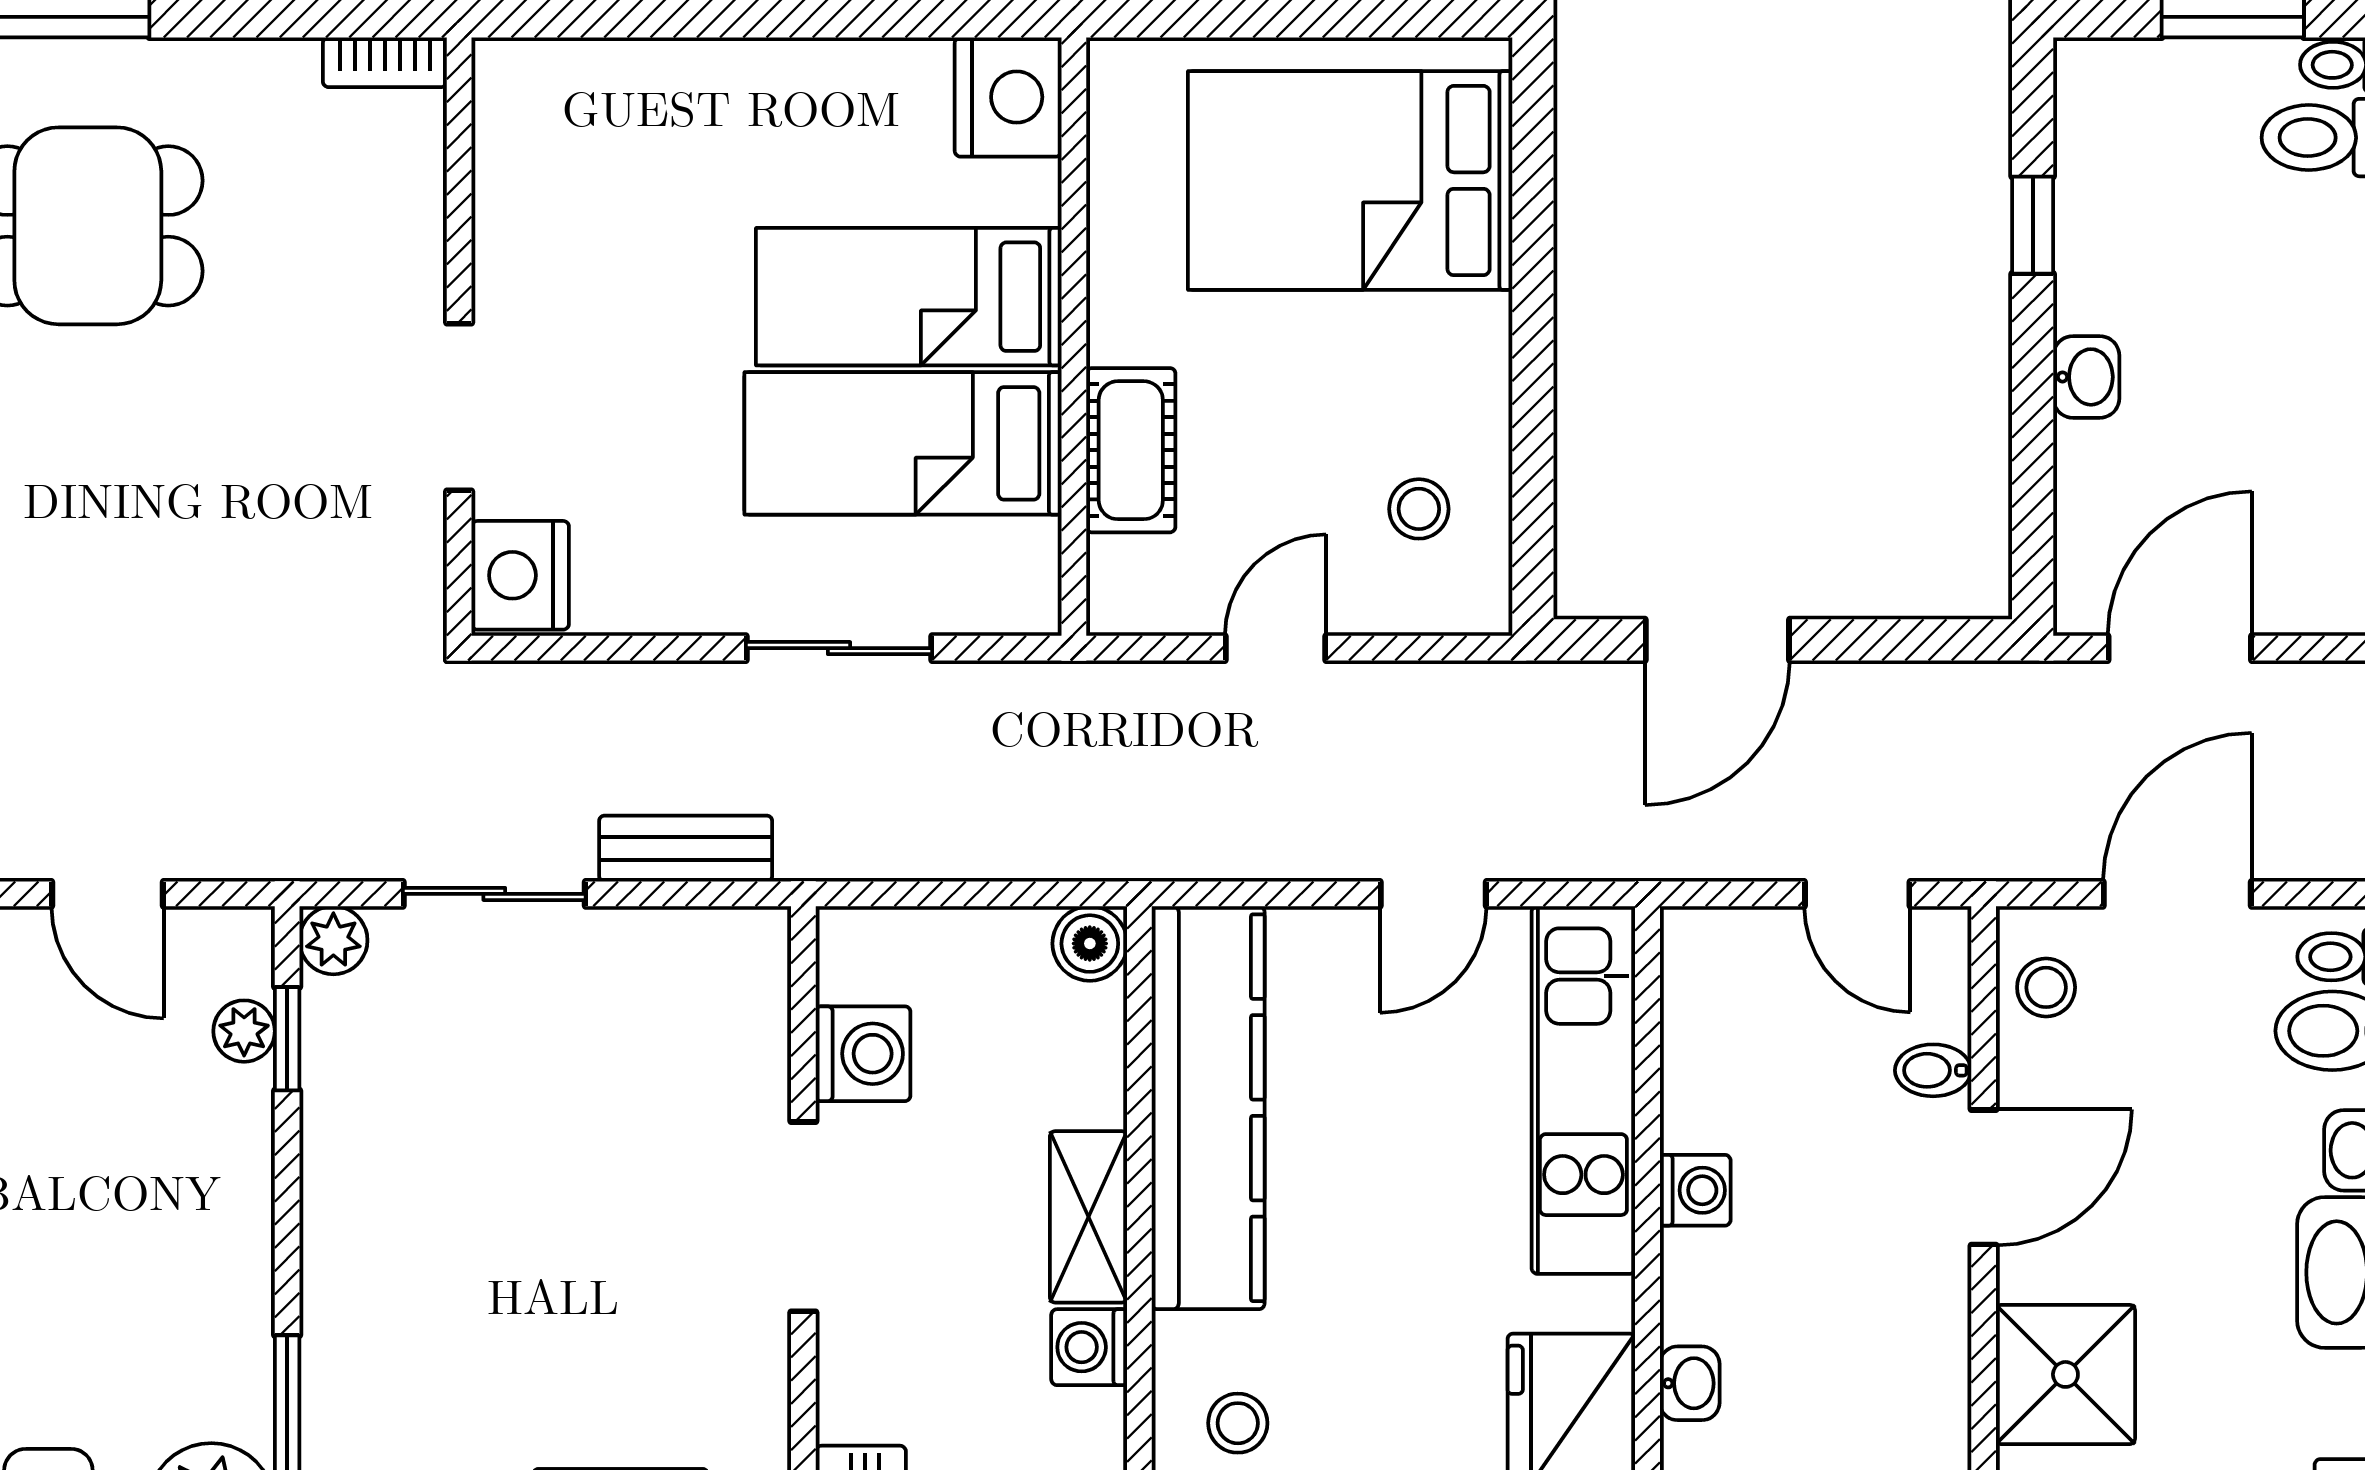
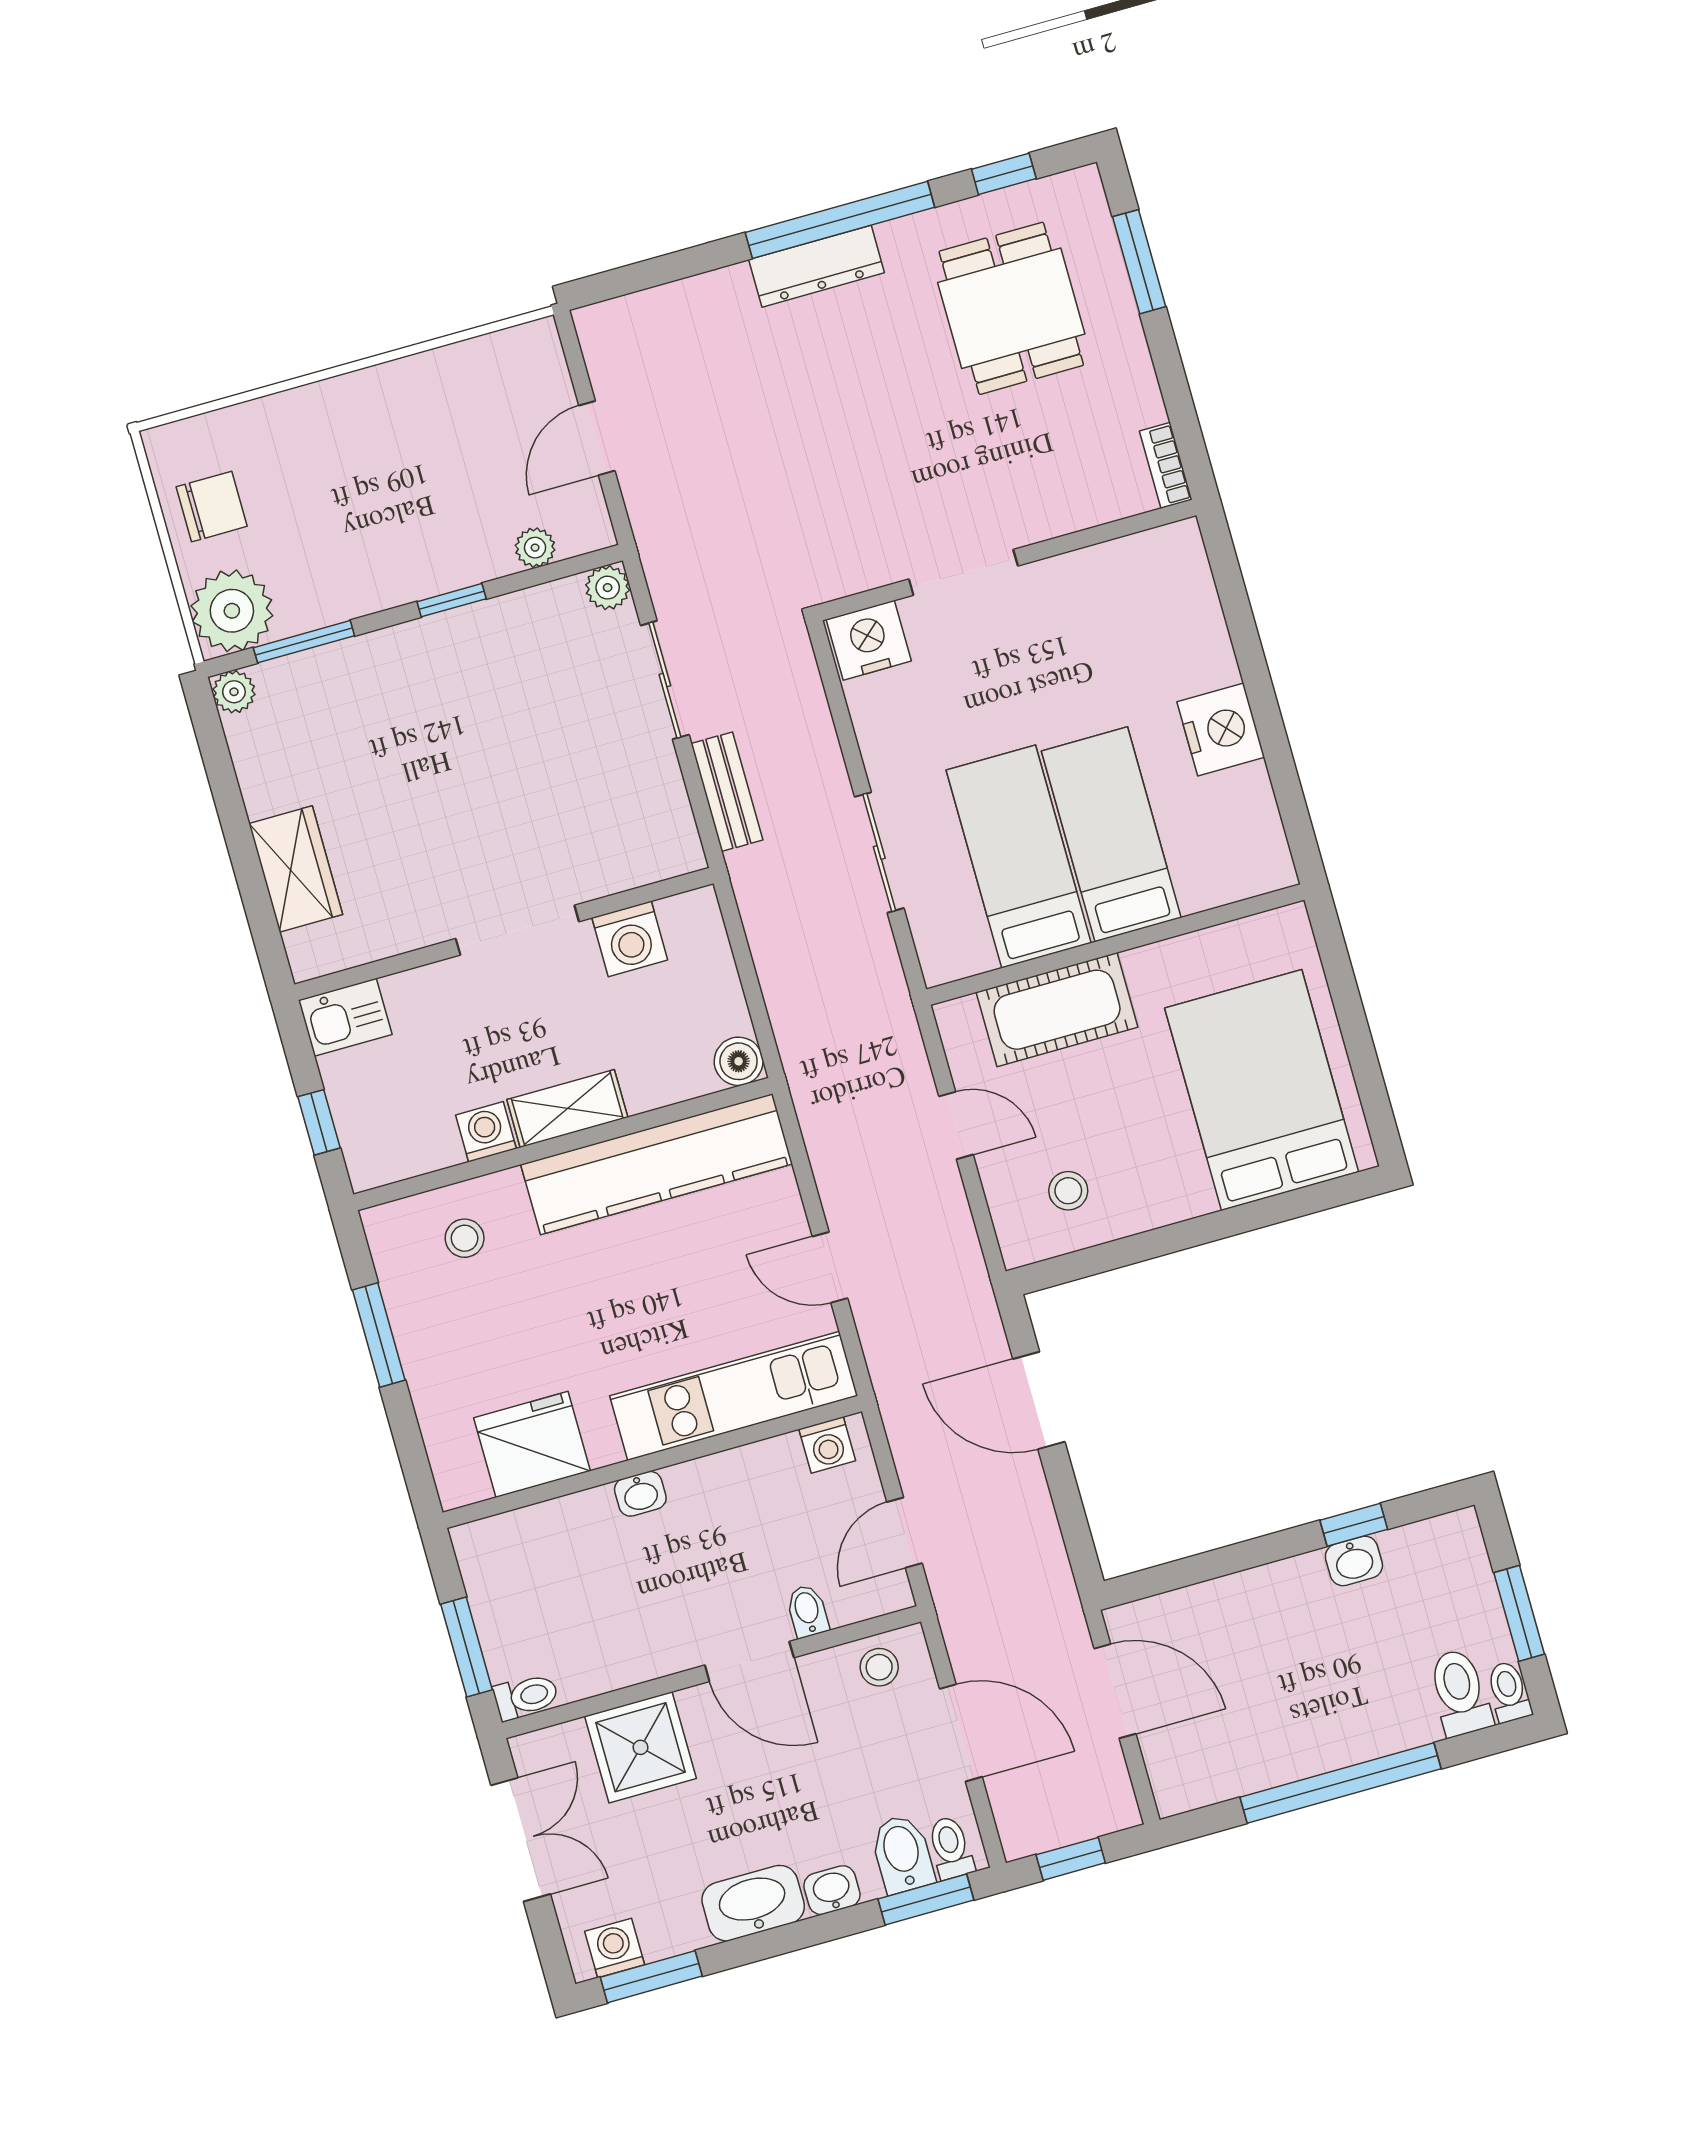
nightstand: (1008, 97) -> (1221, 730), moved, turned -90
washbasin: (2086, 377) -> (1354, 1561), moved
cot: (1131, 450) -> (1057, 1010), width x1.37, depth x1.34
window: (287, 1039) -> (452, 600), moved
washing machine: (1695, 1190) -> (827, 1445), moved
washbasin: (1690, 1383) -> (640, 1494), moved

